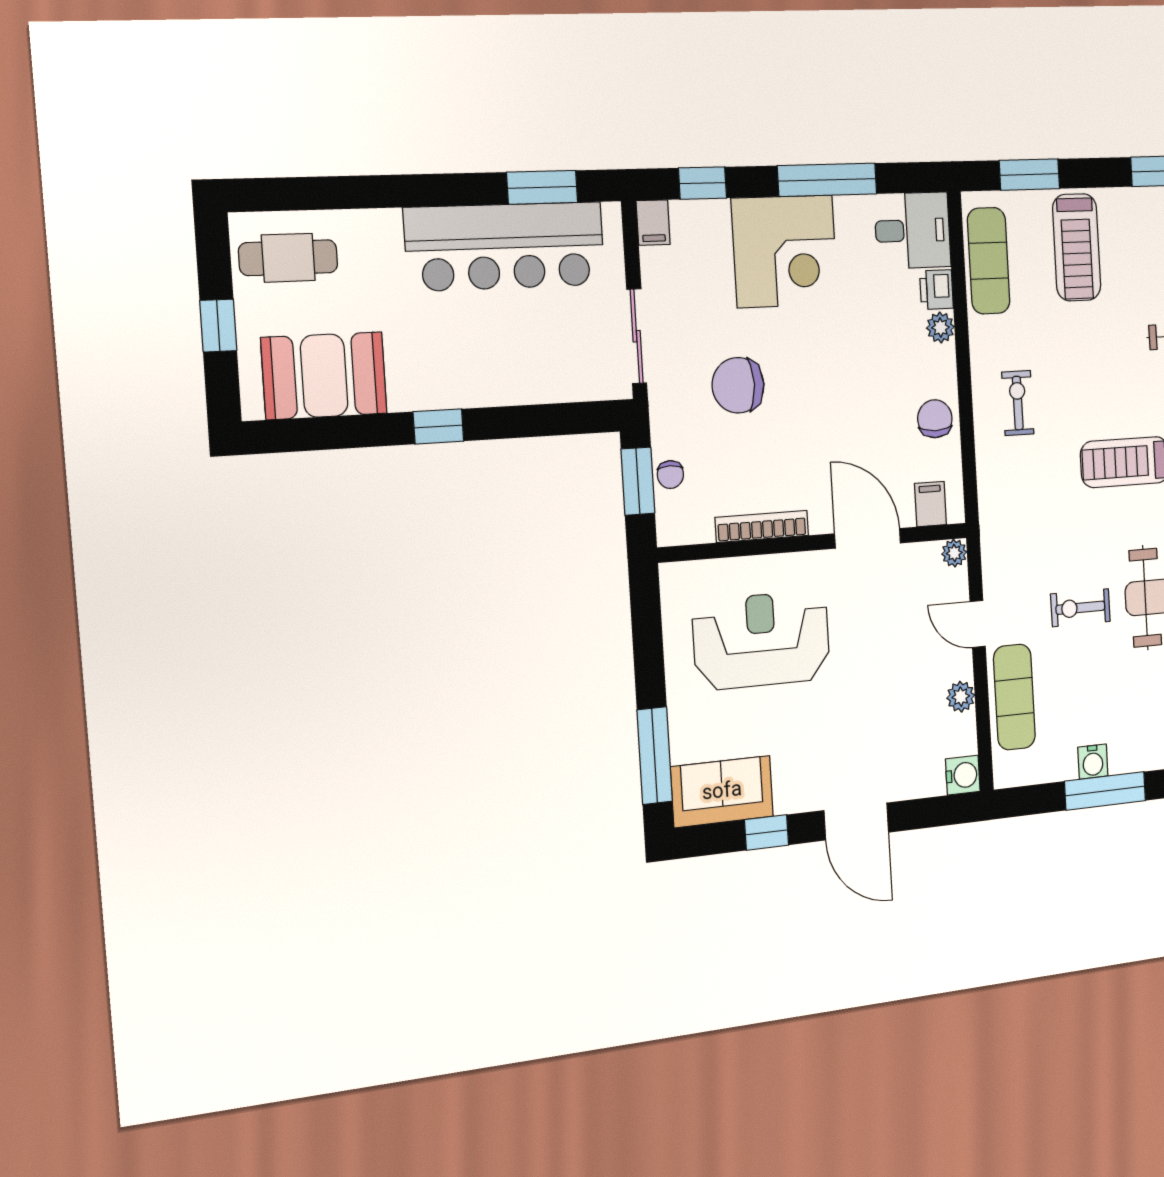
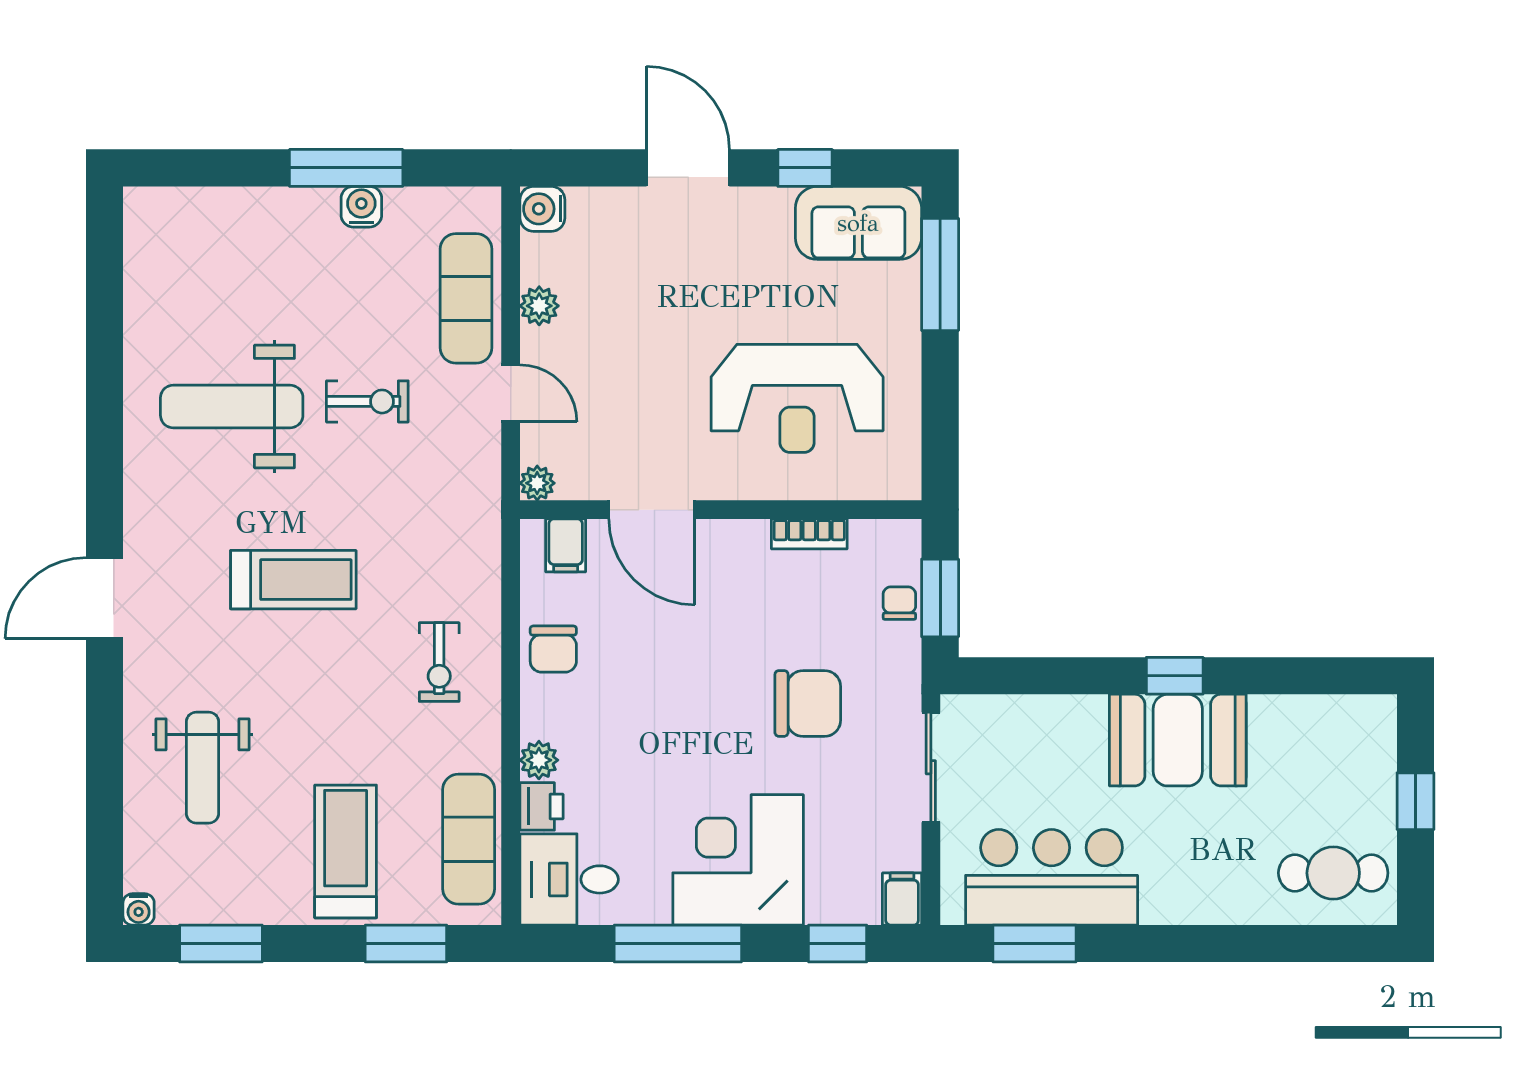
bar counter: (505, 246) -> (1052, 877), width x0.73
booth: (324, 376) -> (1178, 740), moved
bookcase: (762, 526) -> (809, 534), width x0.64

